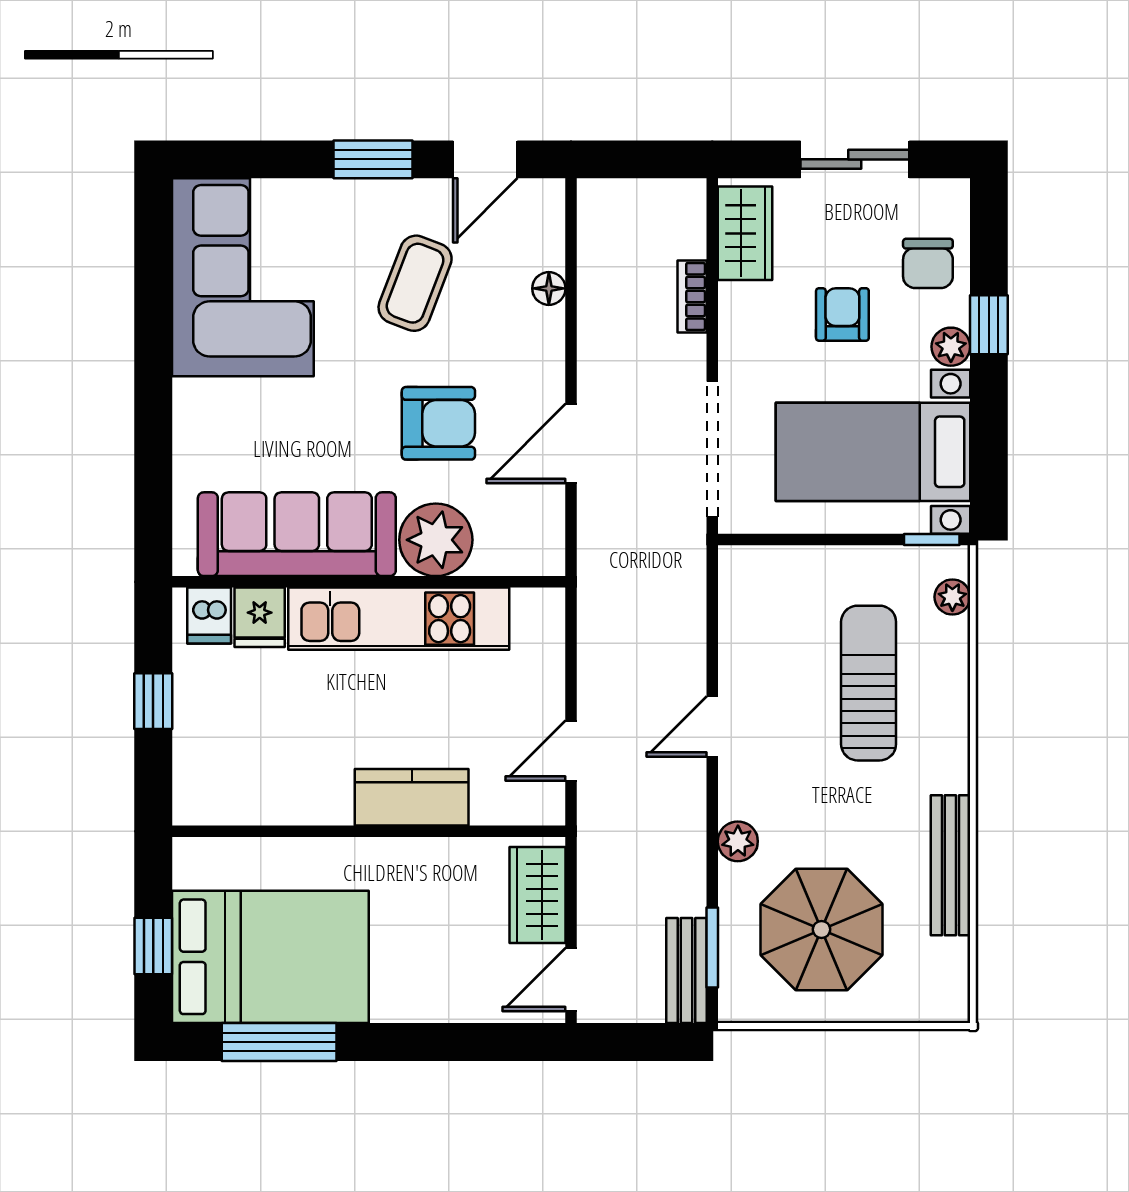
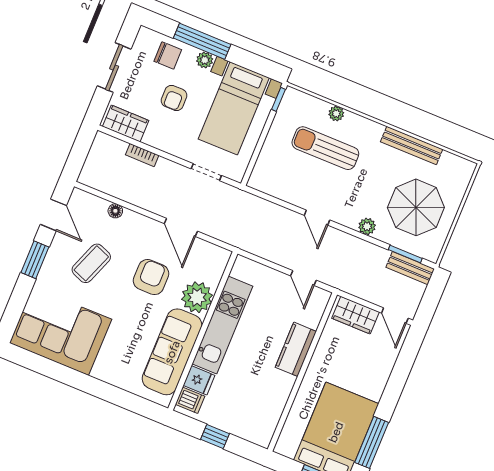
coffee table: (415, 283) -> (91, 263), turned 90
armchair: (842, 314) -> (174, 98), turned -90
window: (989, 325) -> (202, 41), width x2.17
doorway: (712, 449) -> (206, 172), width x0.53
plant: (952, 597) -> (336, 114), moved

